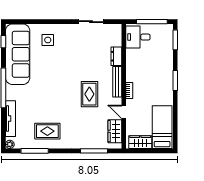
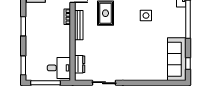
side table: (48, 40) -> (146, 16), moved
sofa: (18, 54) -> (177, 59), width x0.74, depth x0.79
dresser: (116, 56) -> (80, 64), moved

